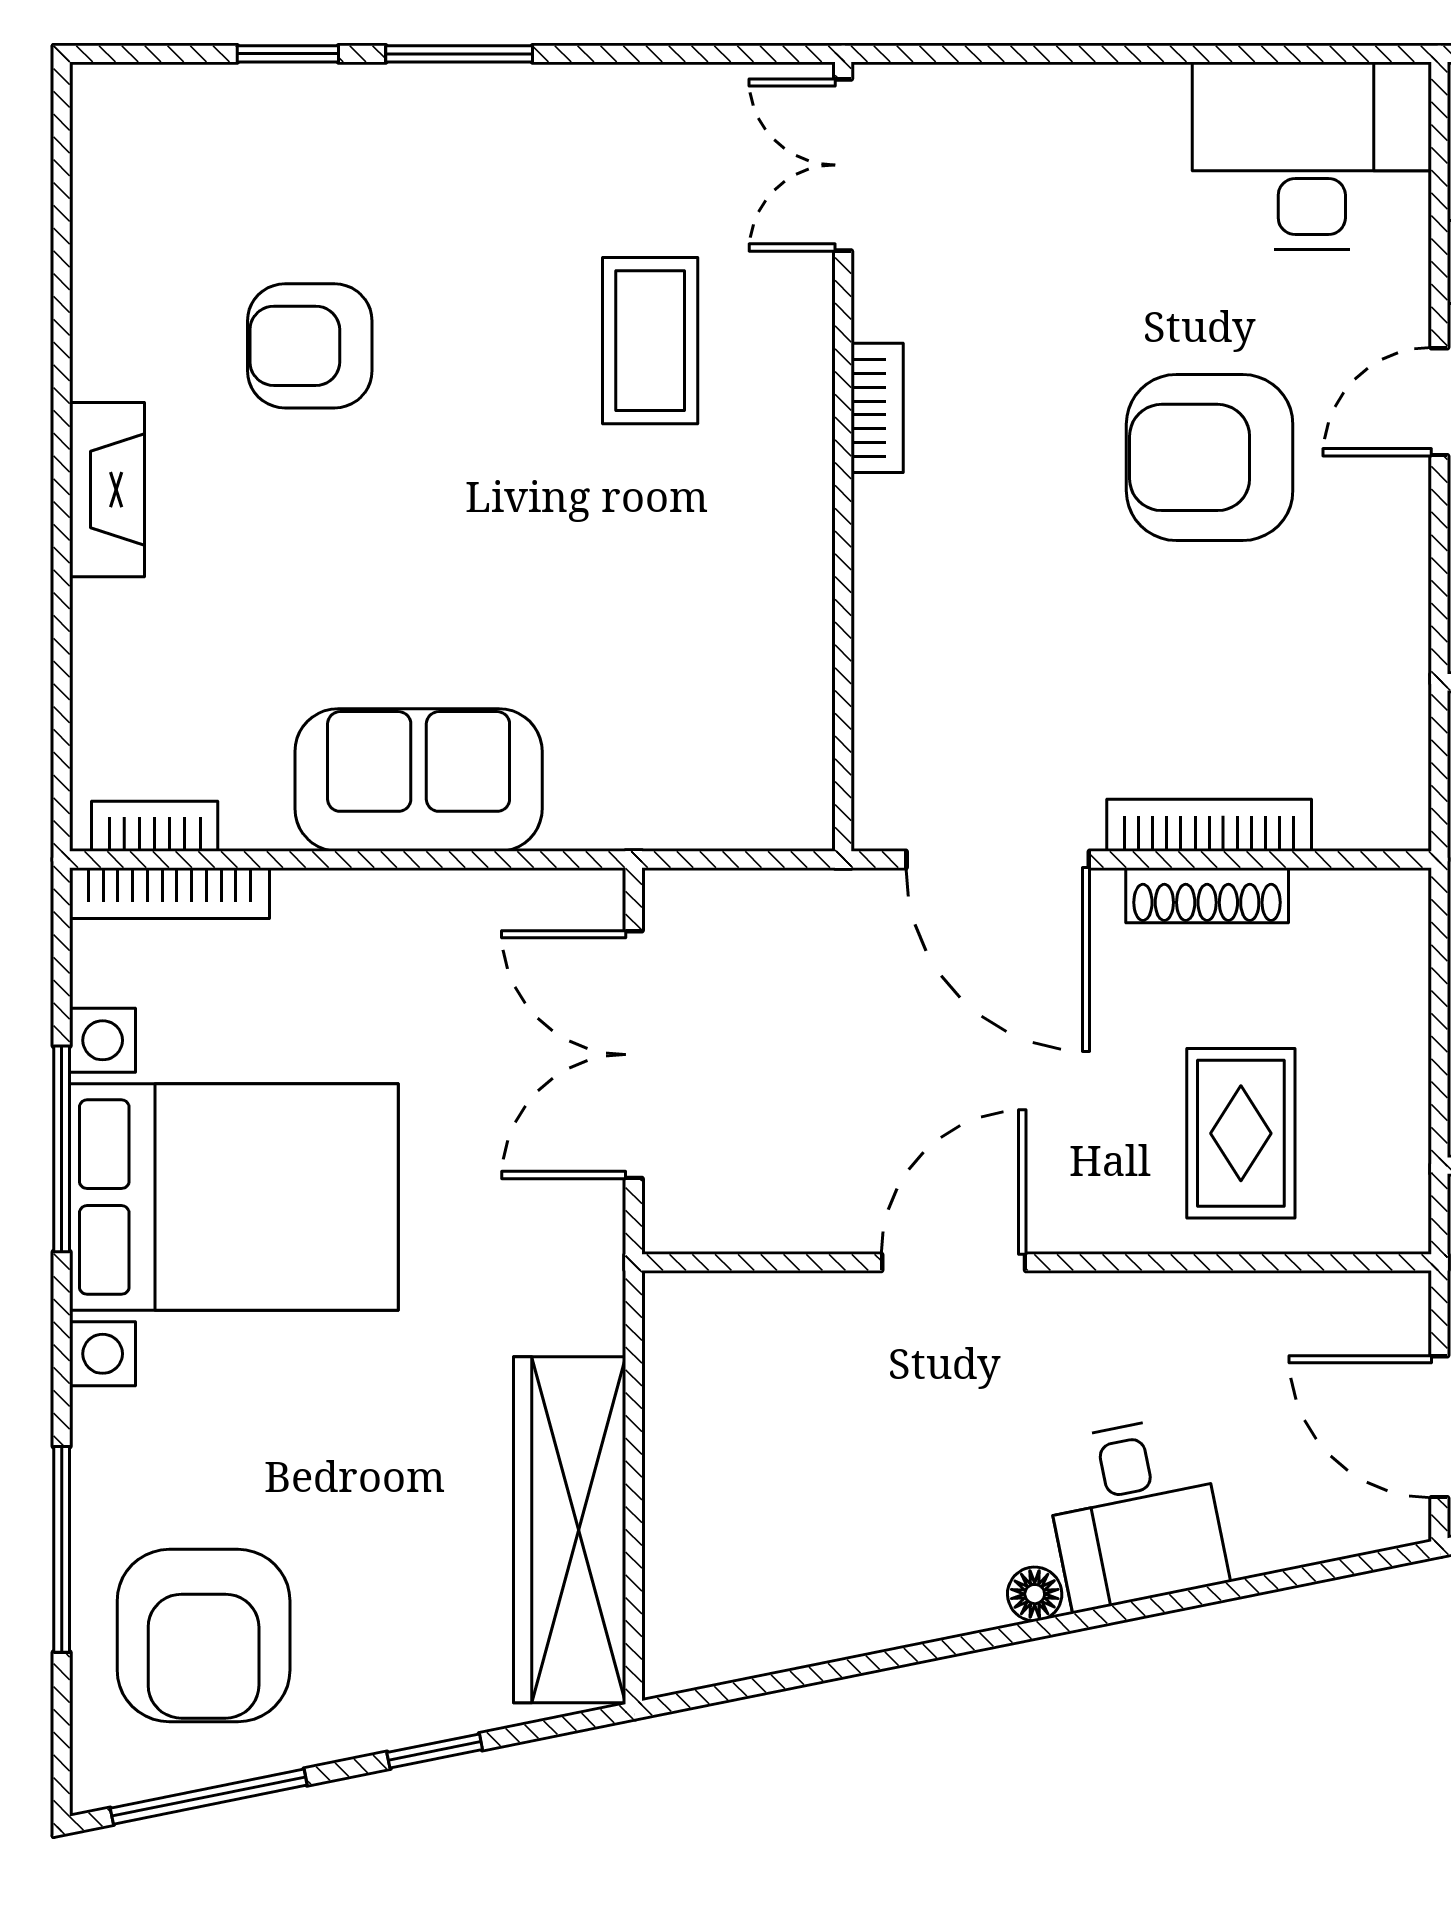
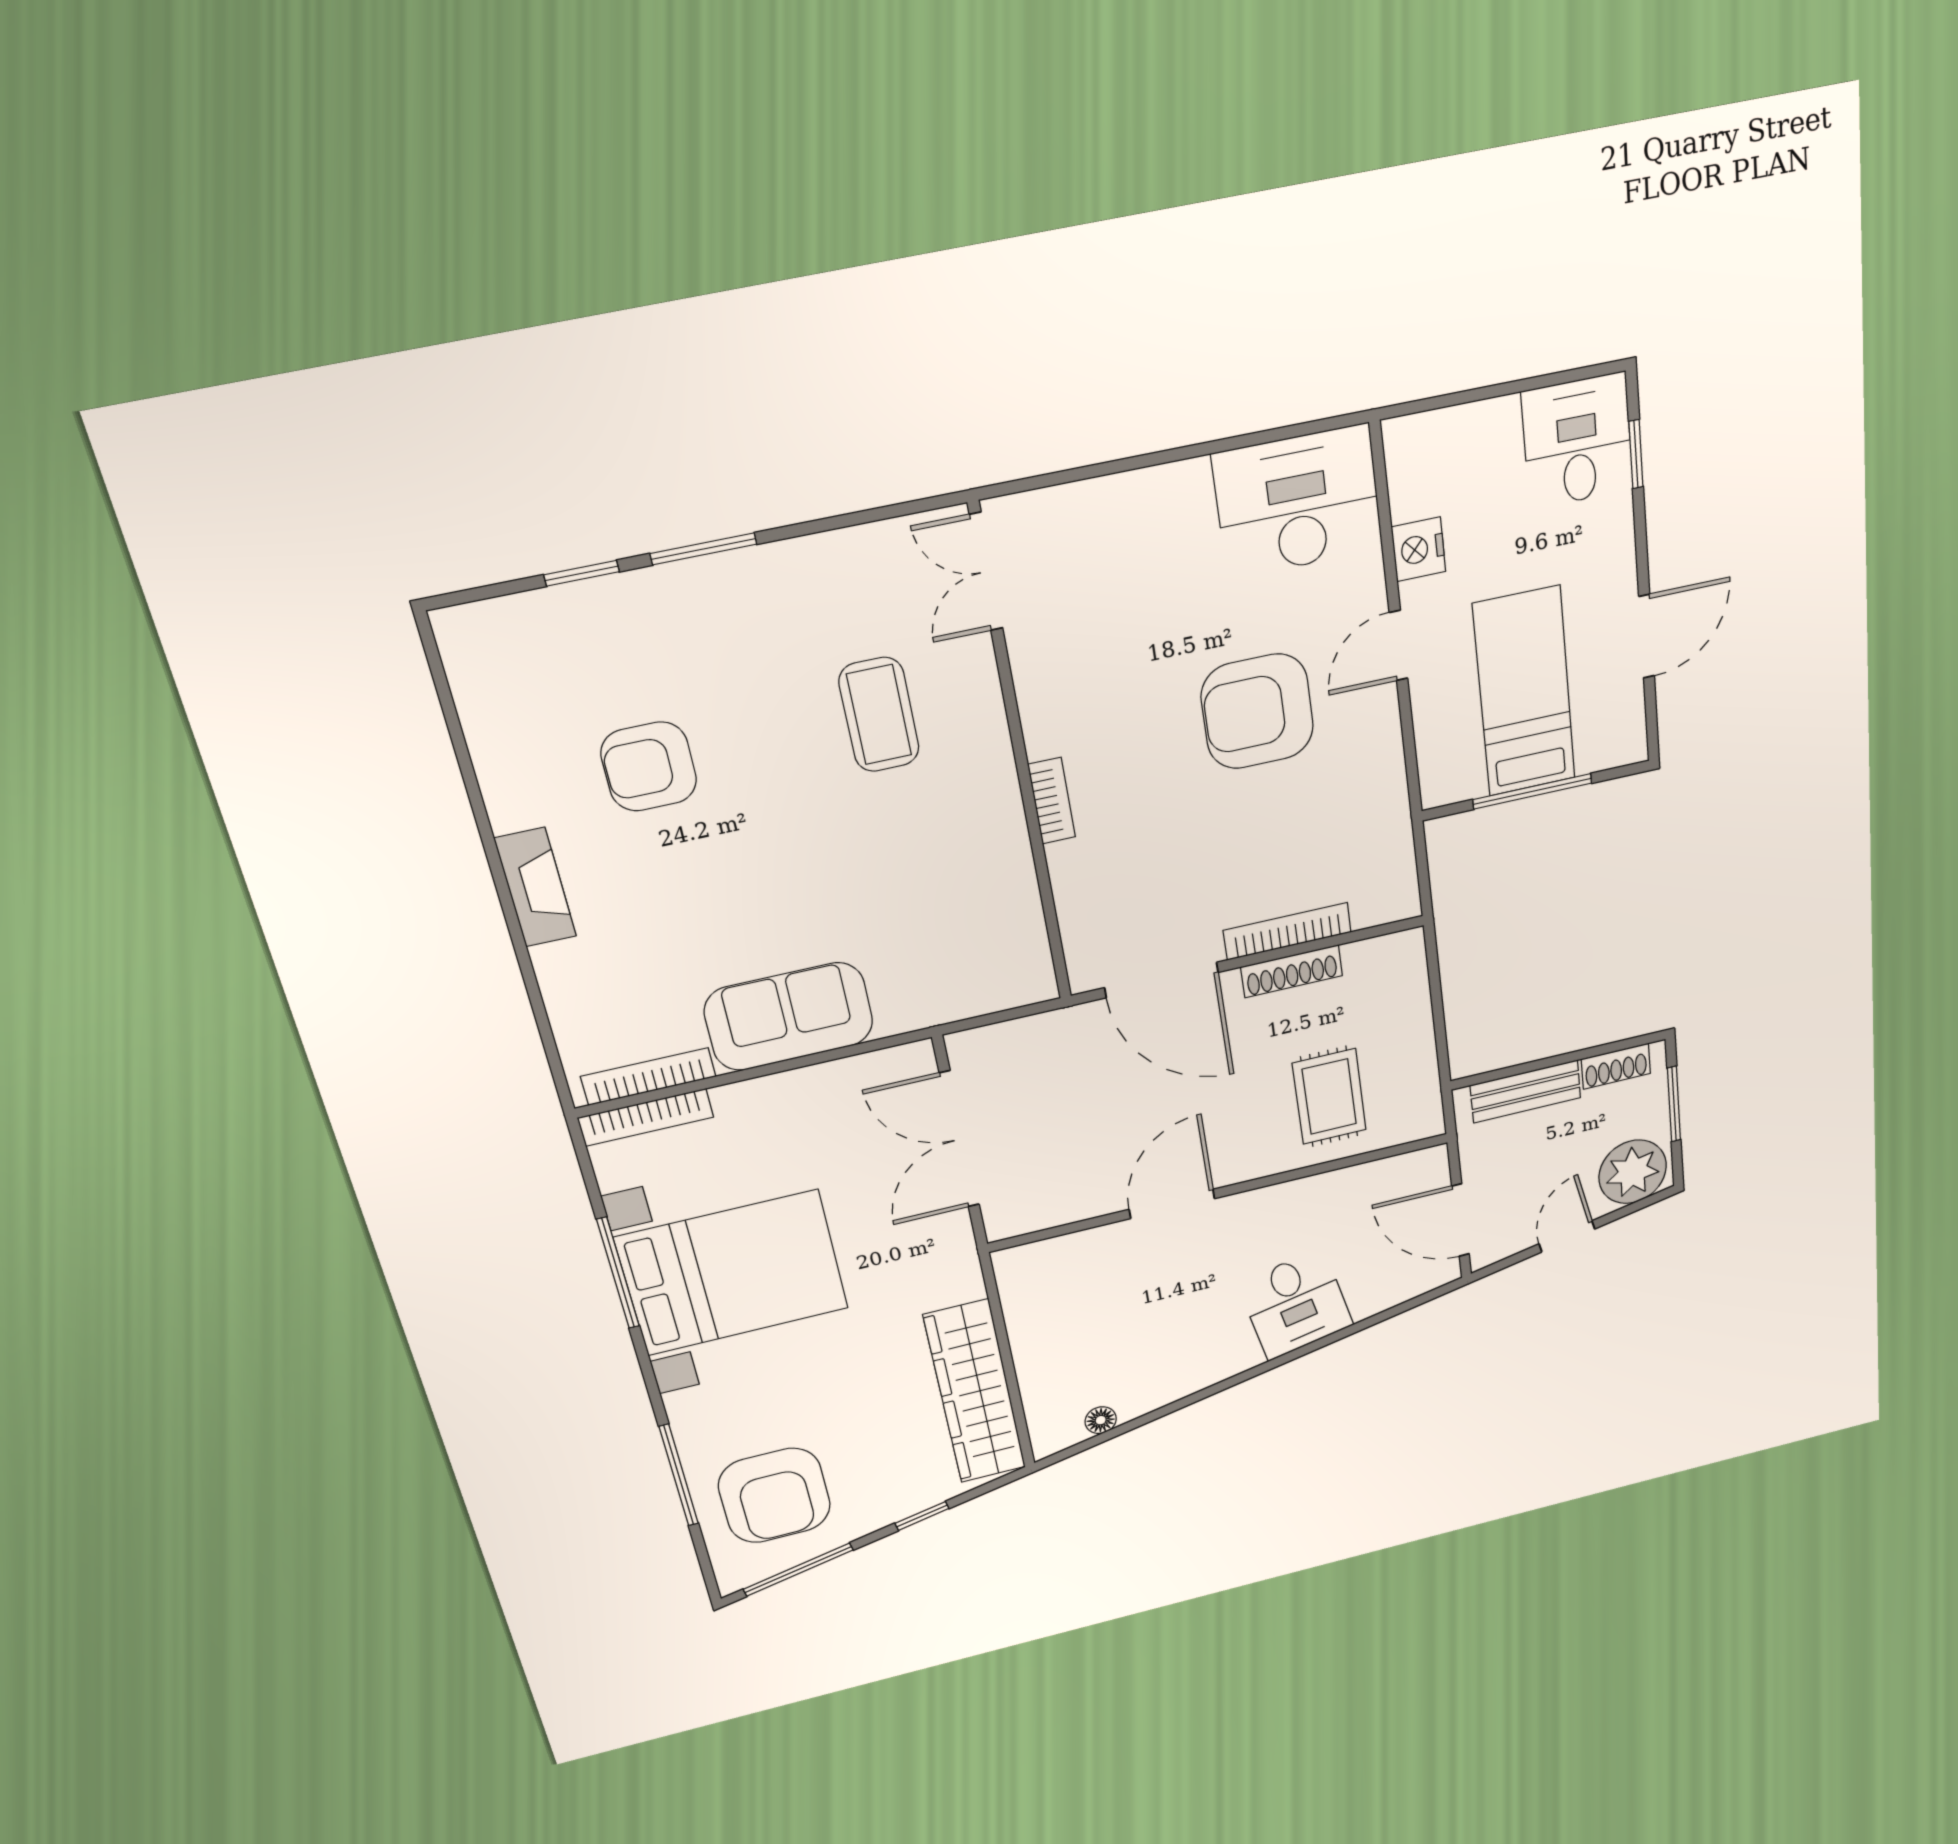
bookcase: (877, 408) -> (1052, 801), moved
bookcase: (155, 826) -> (648, 1076), width x1.56
floor lamp: (1035, 1594) -> (1101, 1420), moved

